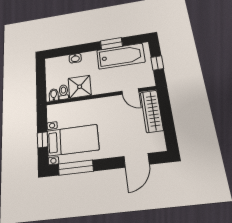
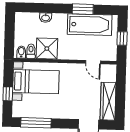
wardrobe: (152, 111) -> (108, 101), moved
bed with nightstands: (73, 140) -> (36, 82), moved

